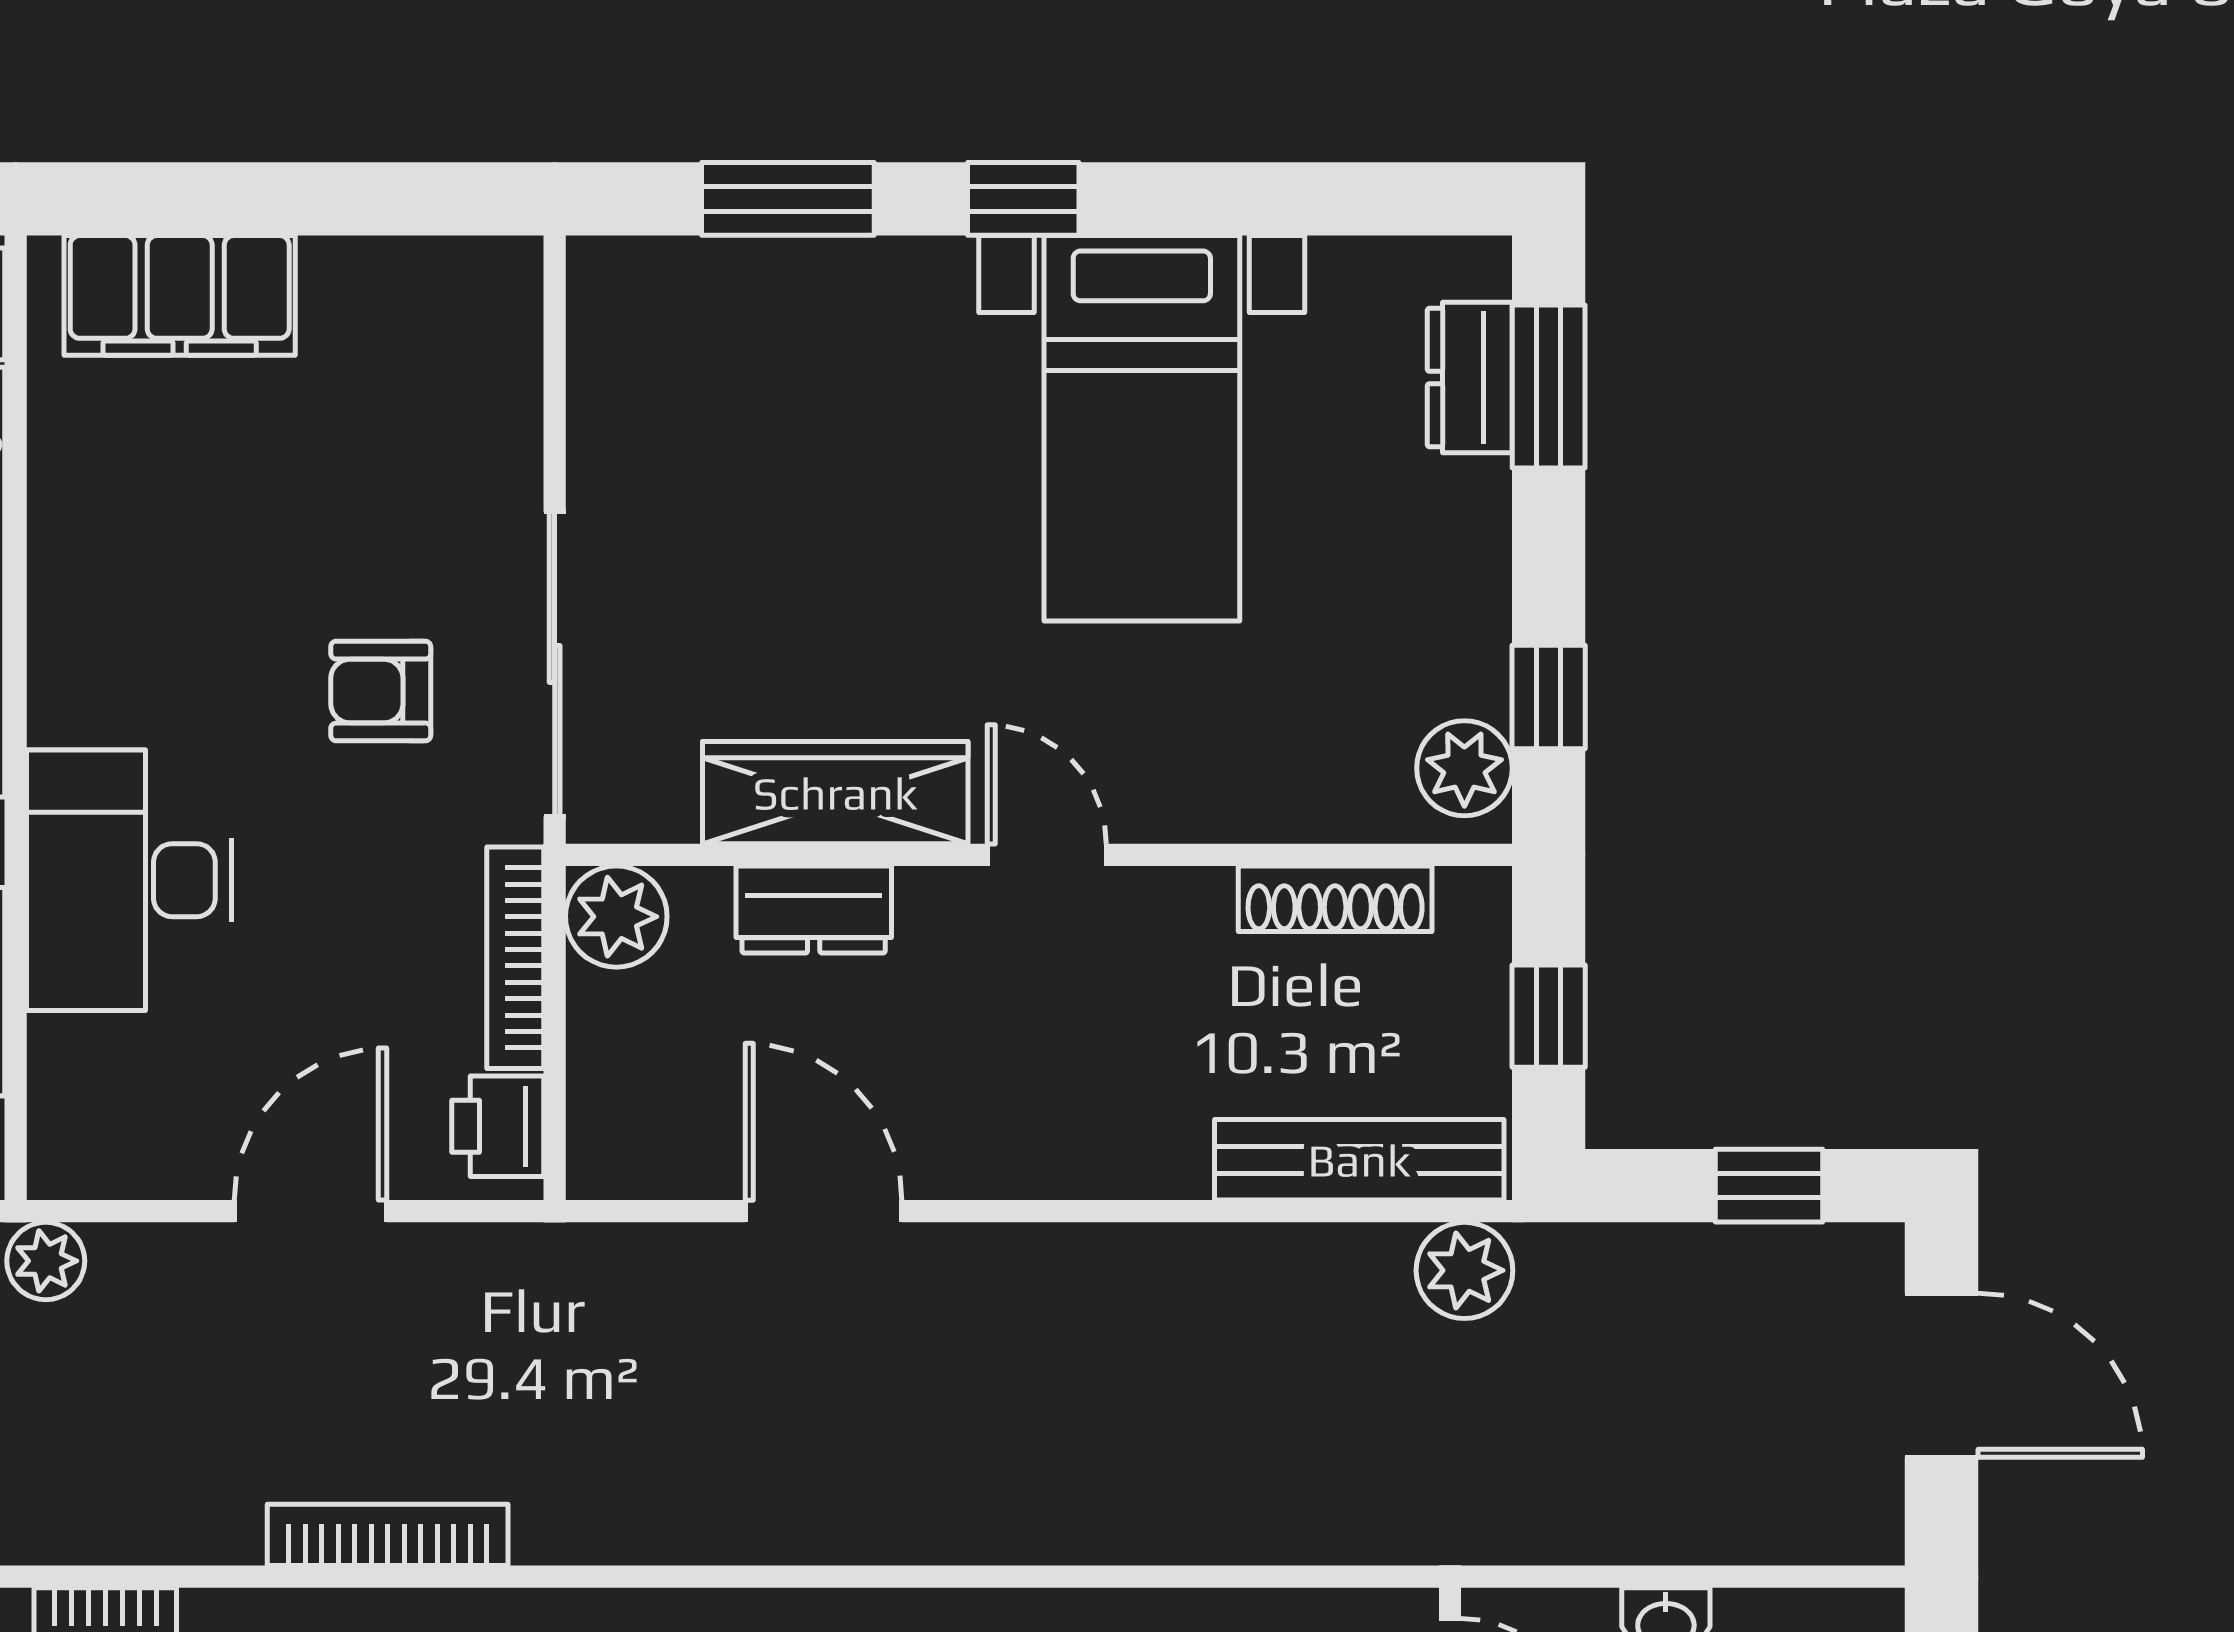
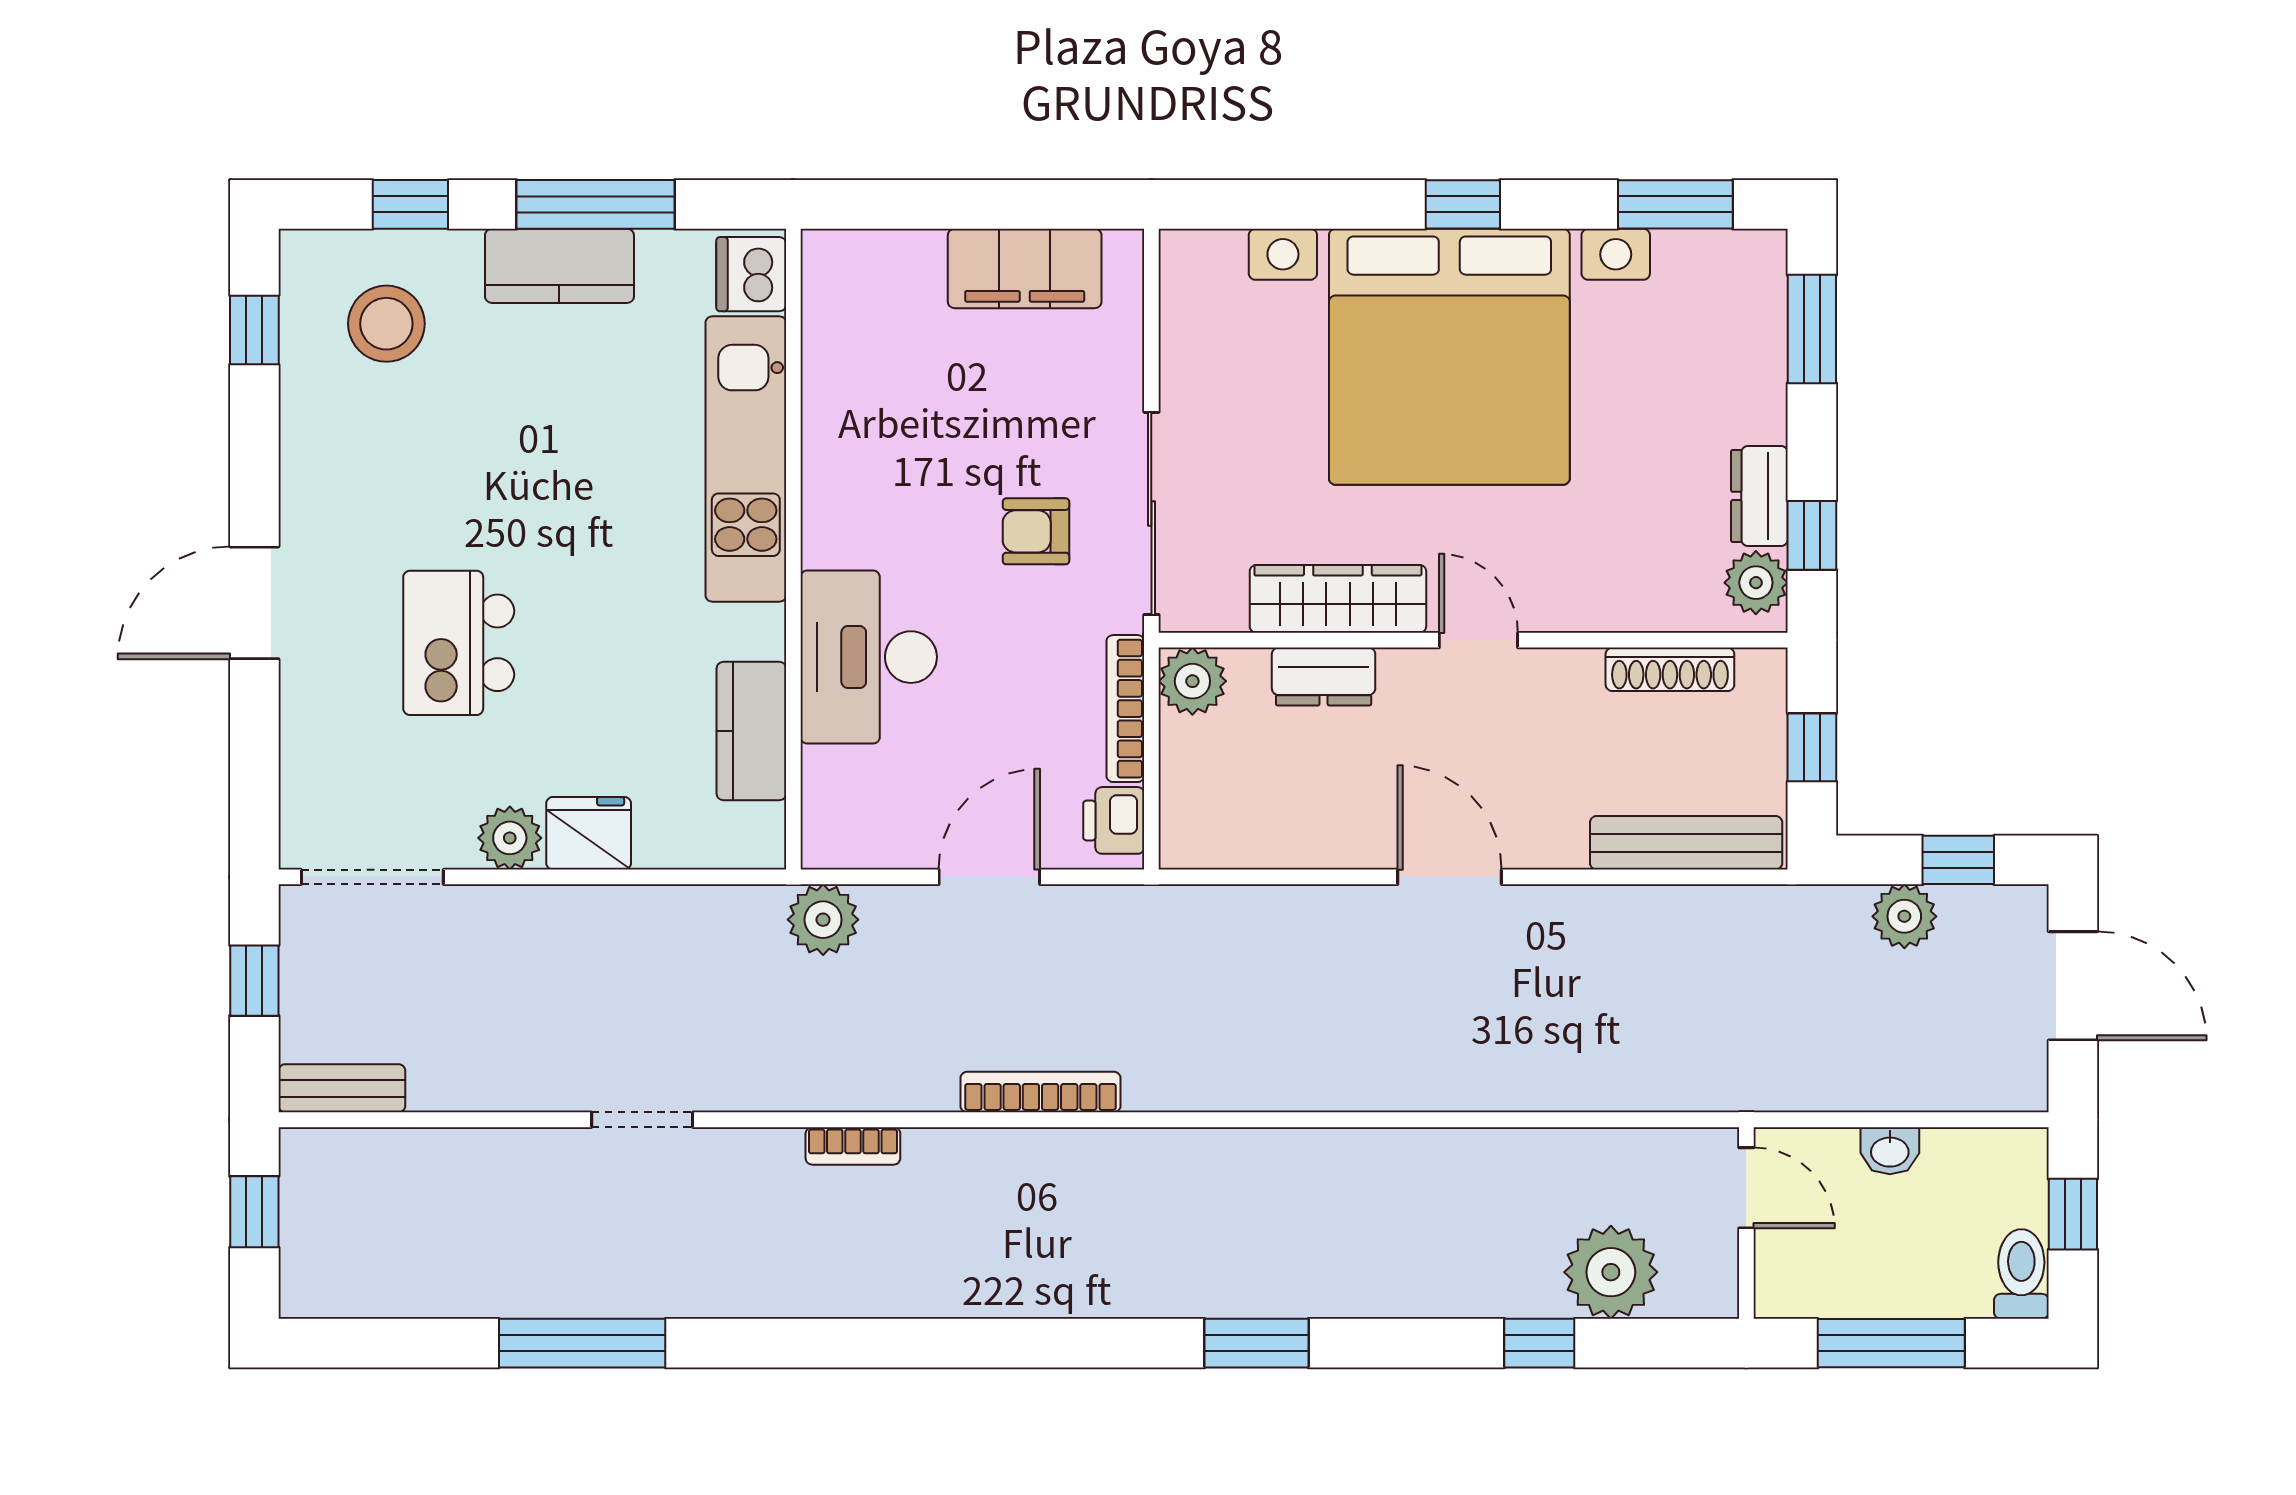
window: (788, 199) -> (1675, 204), moved
filing cabinet: (180, 295) -> (1025, 268), moved
dresser: (1470, 377) -> (1759, 496), moved
bed with nightstands: (1142, 428) -> (1449, 357), width x1.85
door: (824, 1211) -> (1450, 877), moved
plant: (46, 1261) -> (823, 920), width x1.38, depth x1.38
plant: (1464, 1270) -> (1904, 916), moved

